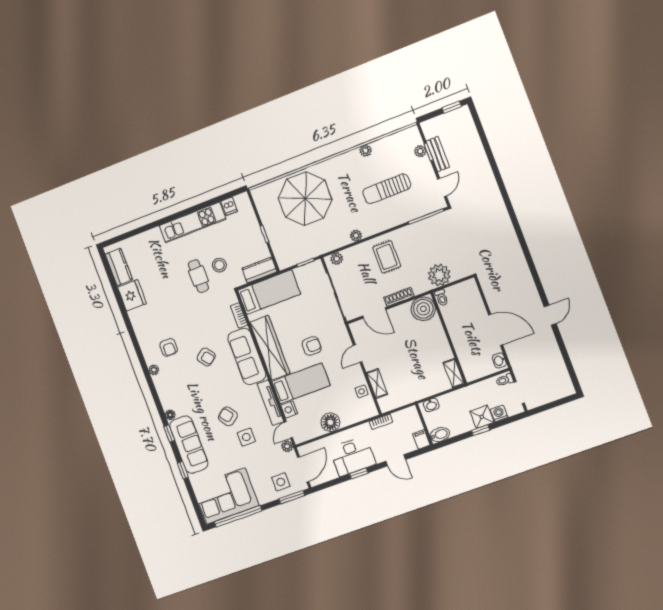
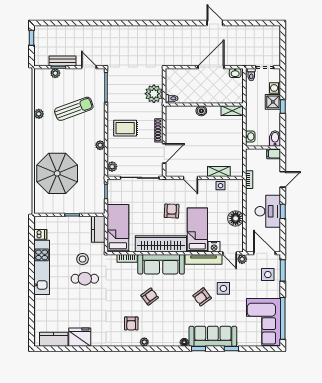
sun lounger: (387, 189) -> (74, 109), turned -110
boiler: (423, 309) -> (201, 111), moved, width x0.54, depth x0.54
armchair: (169, 347) -> (131, 323), turned 90

